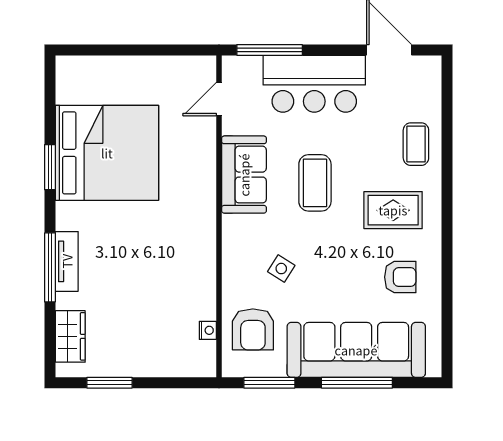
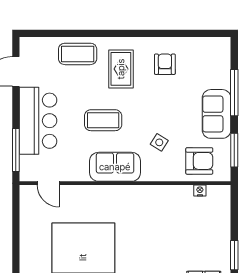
coffee table: (416, 144) -> (78, 54), width x1.36, depth x1.30
sofa: (244, 175) -> (115, 167), moved
sofa: (356, 350) -> (217, 114), width x0.54, depth x0.79

